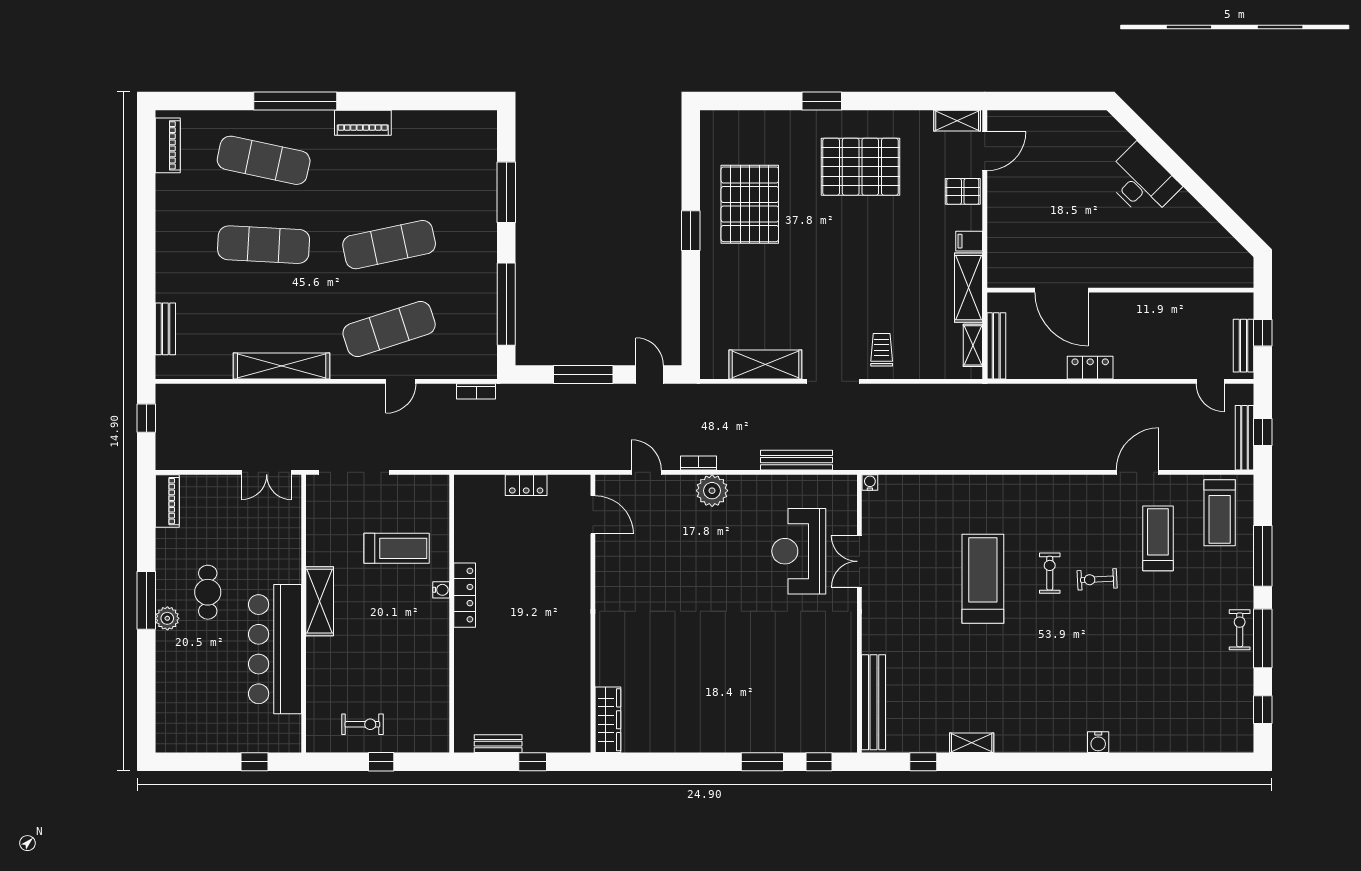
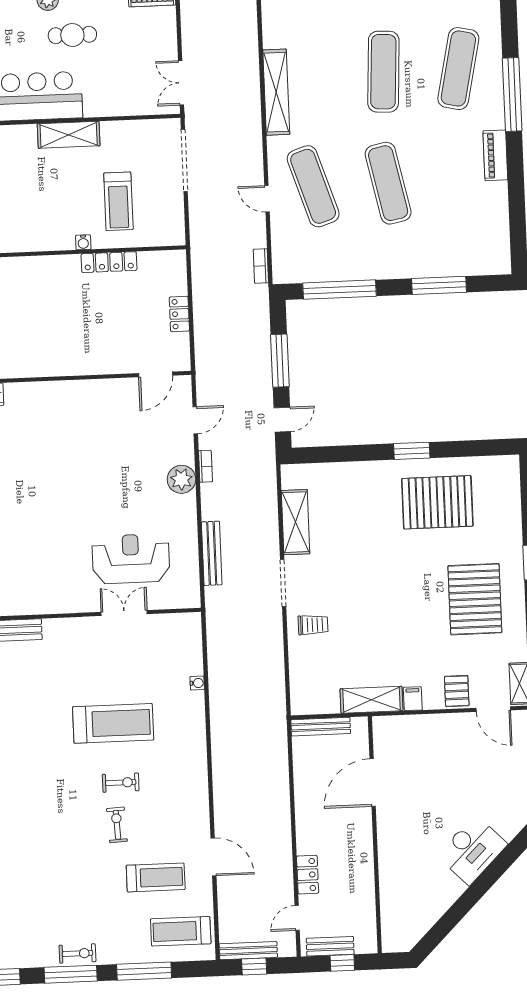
shelving: (973, 345) -> (320, 706), removed
locker: (1090, 368) -> (308, 875), moved
water cooler: (870, 483) -> (197, 683), moved
locker: (465, 595) -> (109, 262), moved

